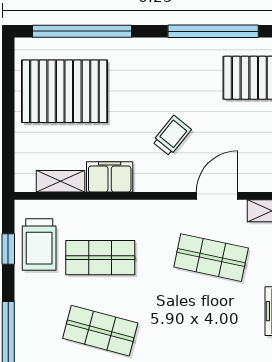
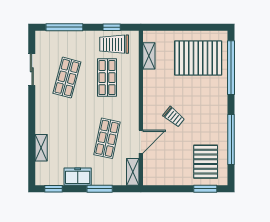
pallet: (64, 91) -> (198, 58), turned 90
filing cabinet: (110, 177) -> (151, 83), removed
door: (217, 196) -> (141, 142), hinge flipped

